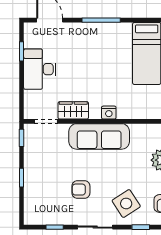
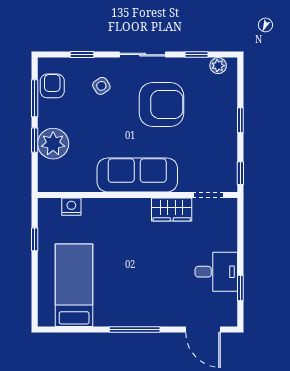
desk: (40, 69) -> (216, 272), width x0.73
nightstand: (109, 113) -> (71, 207), moved
armchair: (81, 190) -> (161, 104), width x1.88, depth x1.88
side table: (126, 203) -> (101, 86), width x0.54, depth x0.54
plant: (38, 219) -> (218, 66), added

